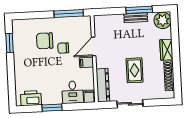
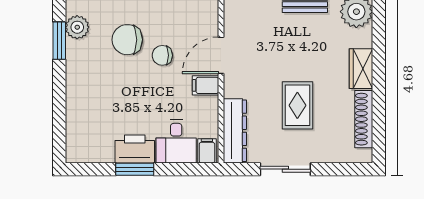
plant: (18, 36) -> (77, 27), added
printer: (31, 98) -> (135, 149), moved

